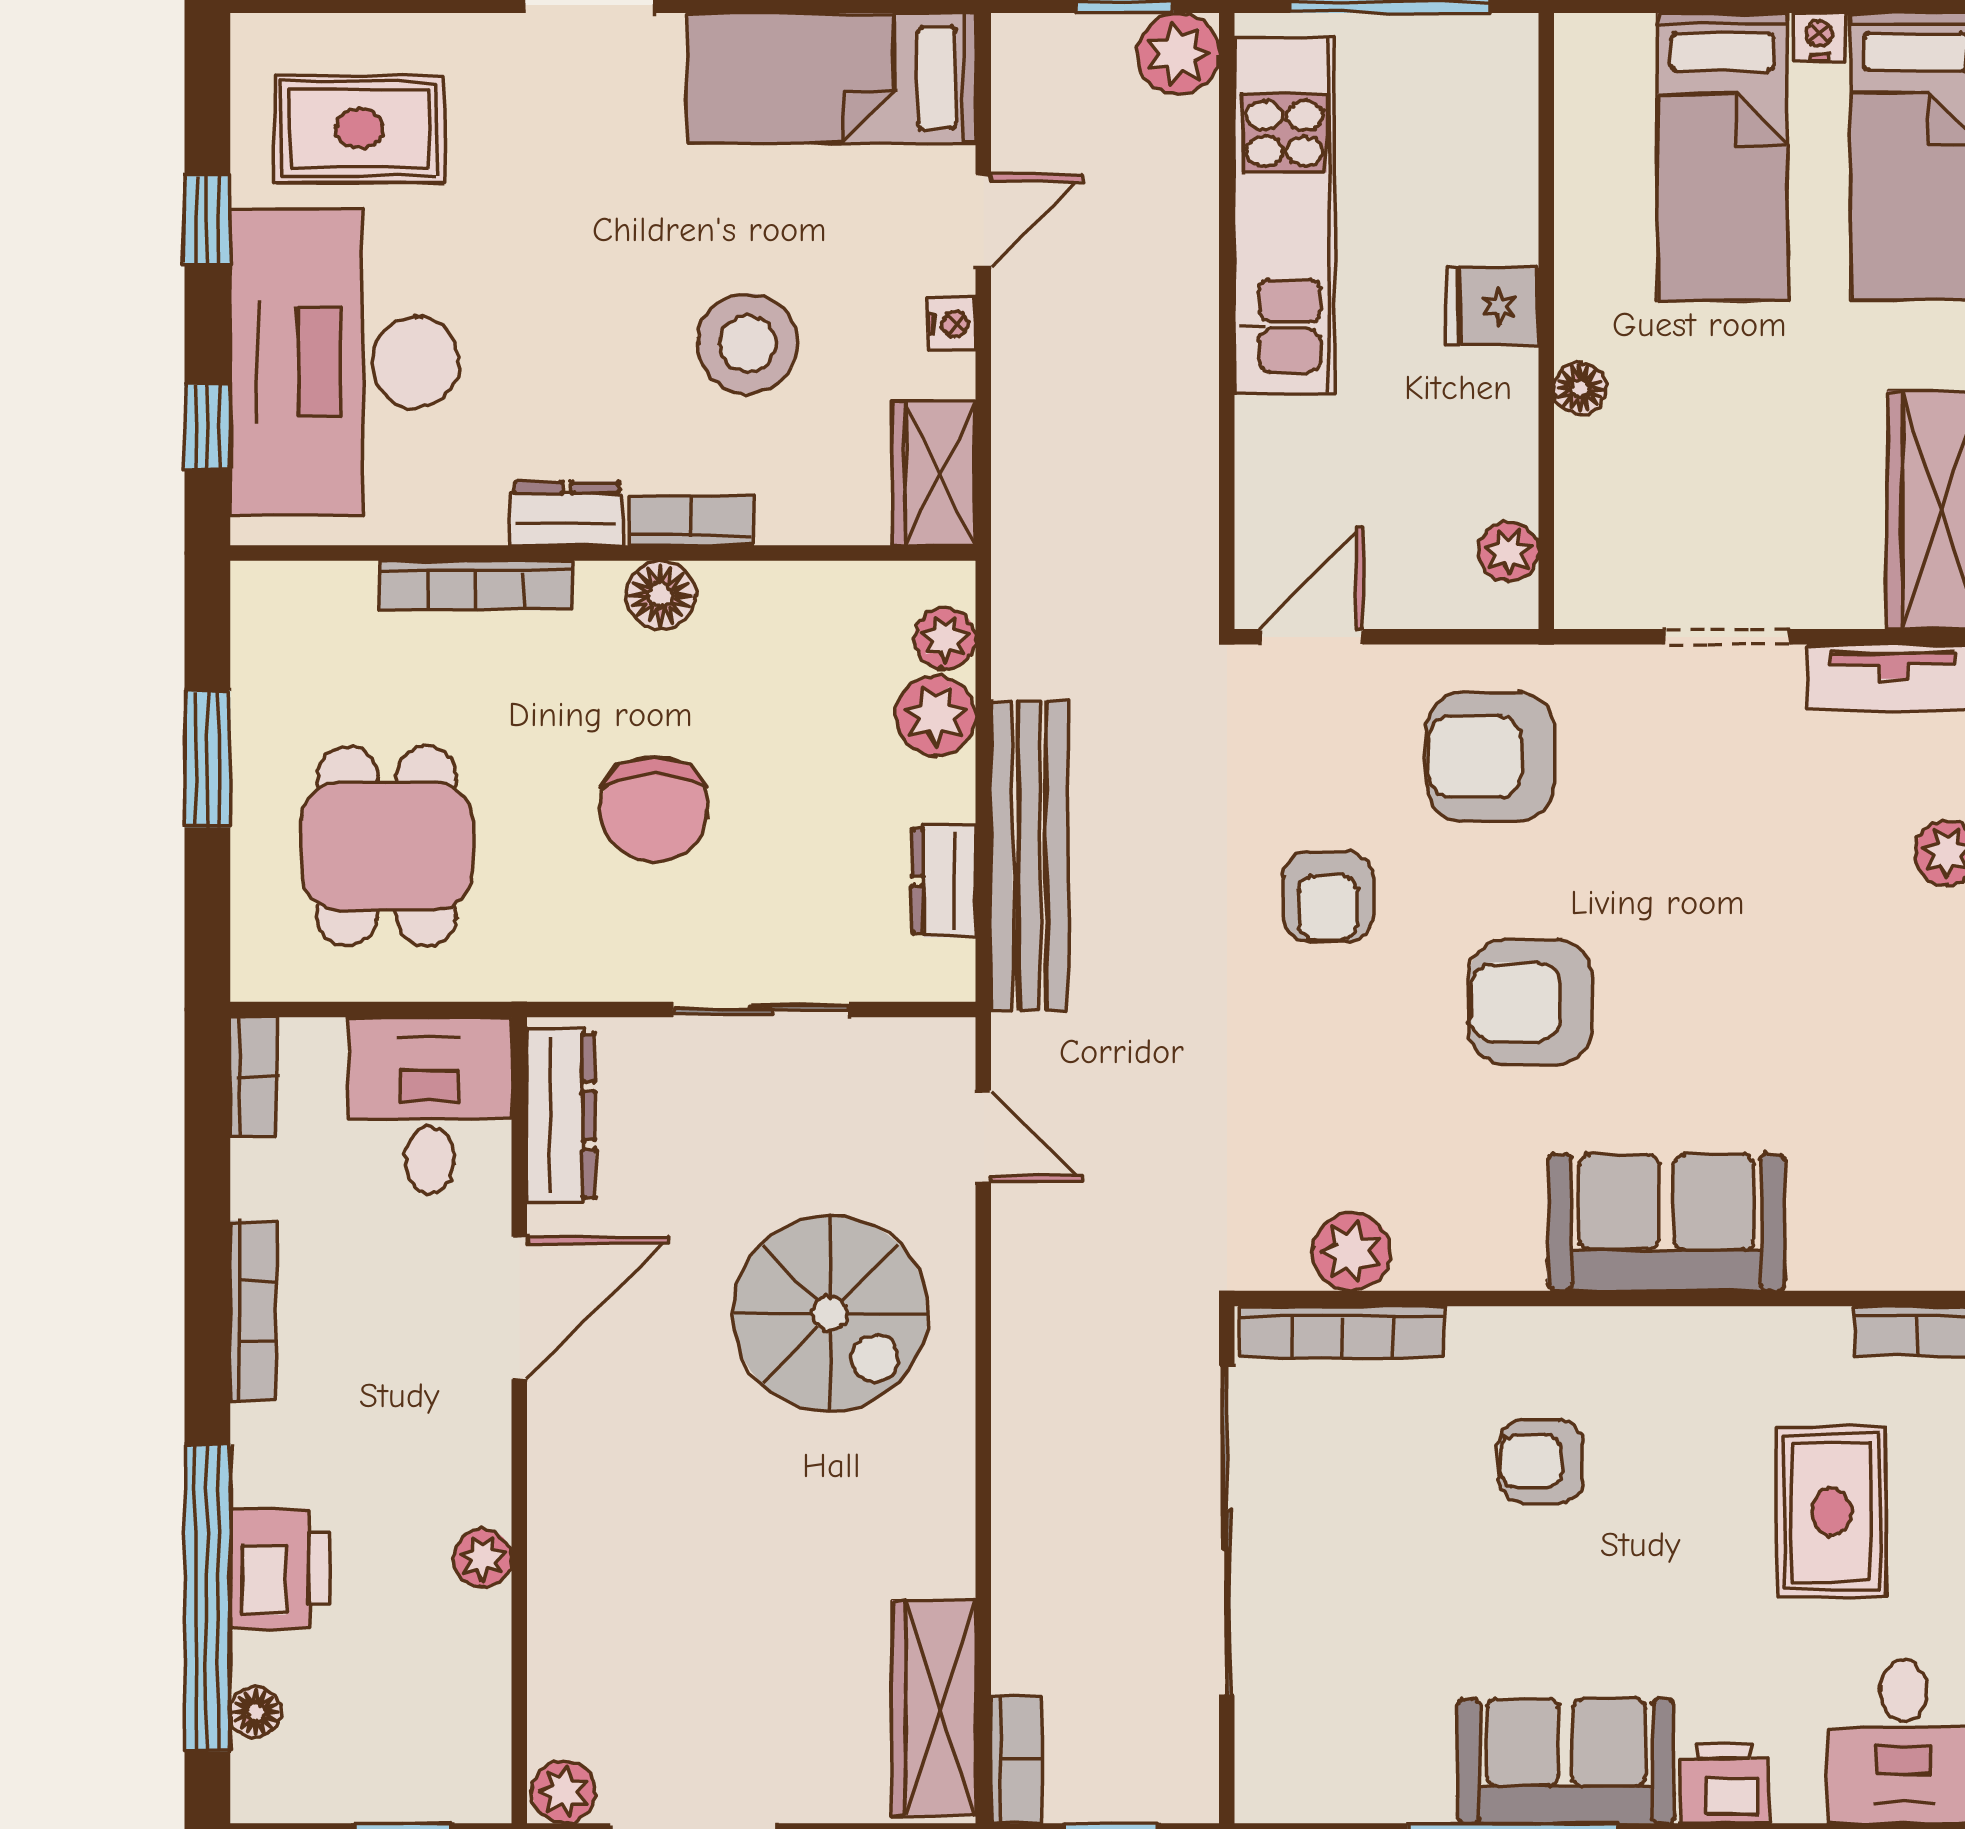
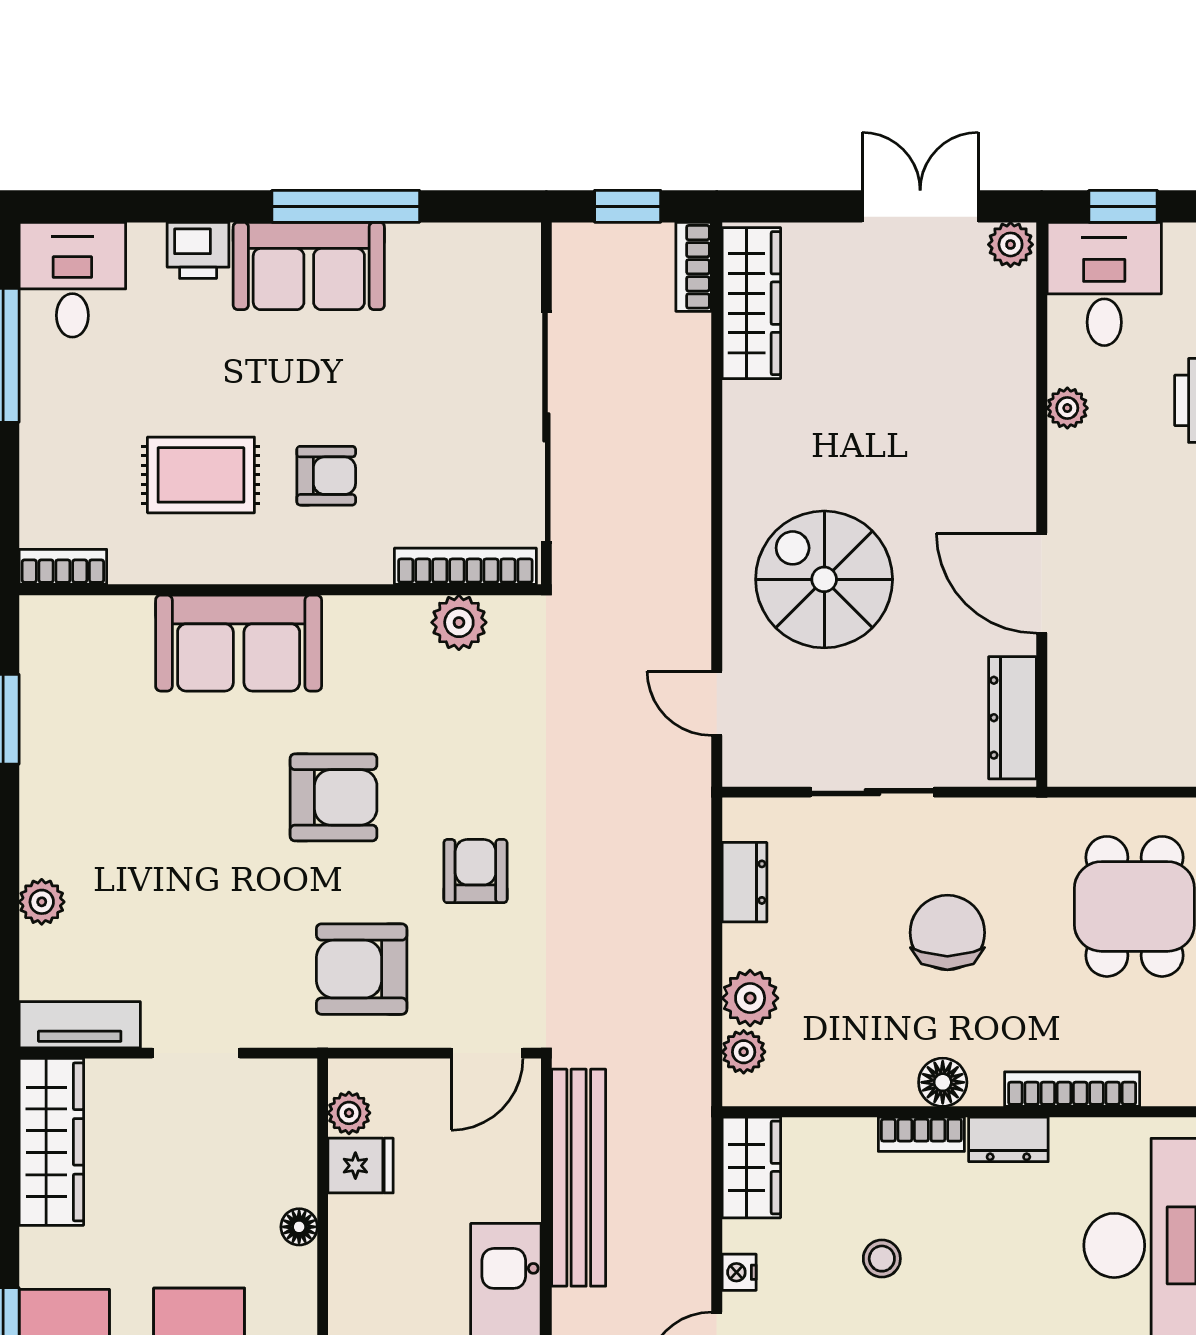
fridge: (1492, 306) -> (361, 1166), moved
stool: (748, 343) -> (882, 1259), width x0.53, depth x0.53
armchair: (1490, 757) -> (362, 969), turned 180
bench: (1029, 856) -> (579, 1178), moved
desk: (430, 1105) -> (1104, 284), moved, turned 180
door: (519, 1308) -> (1042, 583), hinge flipped
rug: (1831, 1512) -> (201, 475), moved, turned 90

